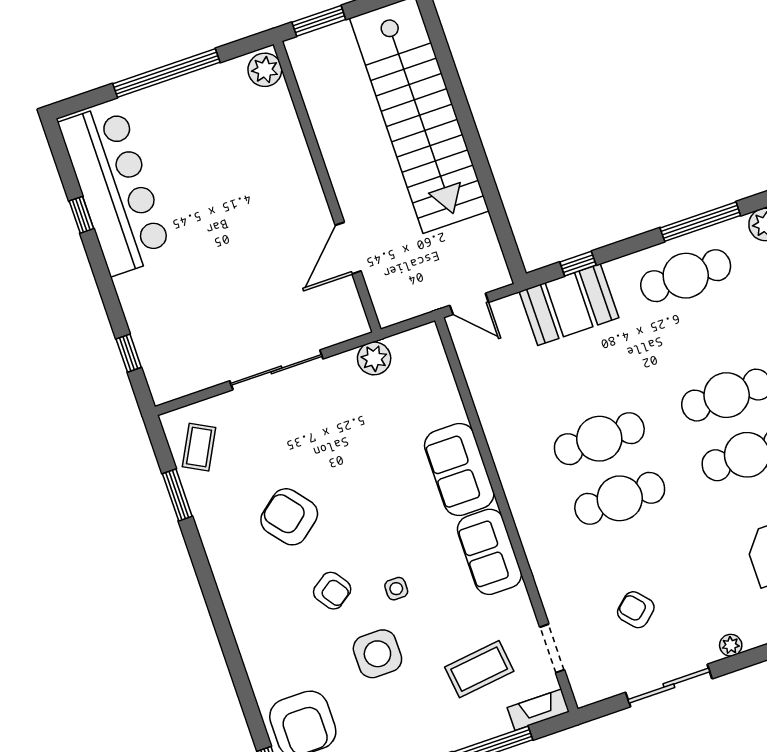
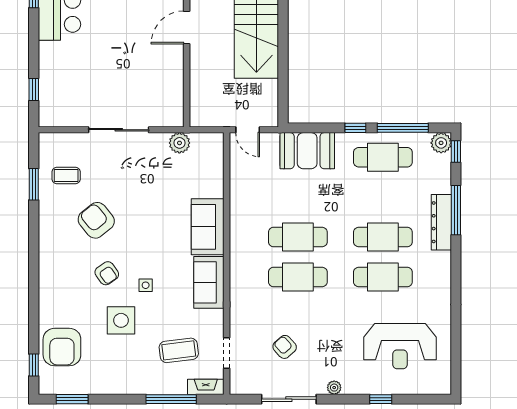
door: (348, 248) -> (187, 28), moved
window: (578, 264) -> (355, 128), moved
coffee table: (199, 447) -> (66, 175), moved, turned 62

